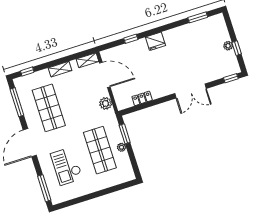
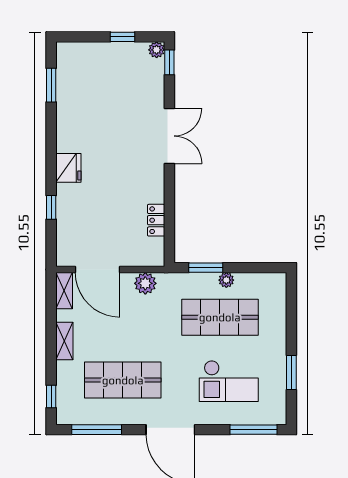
plant: (228, 46) -> (157, 50), moved
door: (105, 75) -> (98, 270), swing flipped
window: (82, 199) -> (291, 372), added

